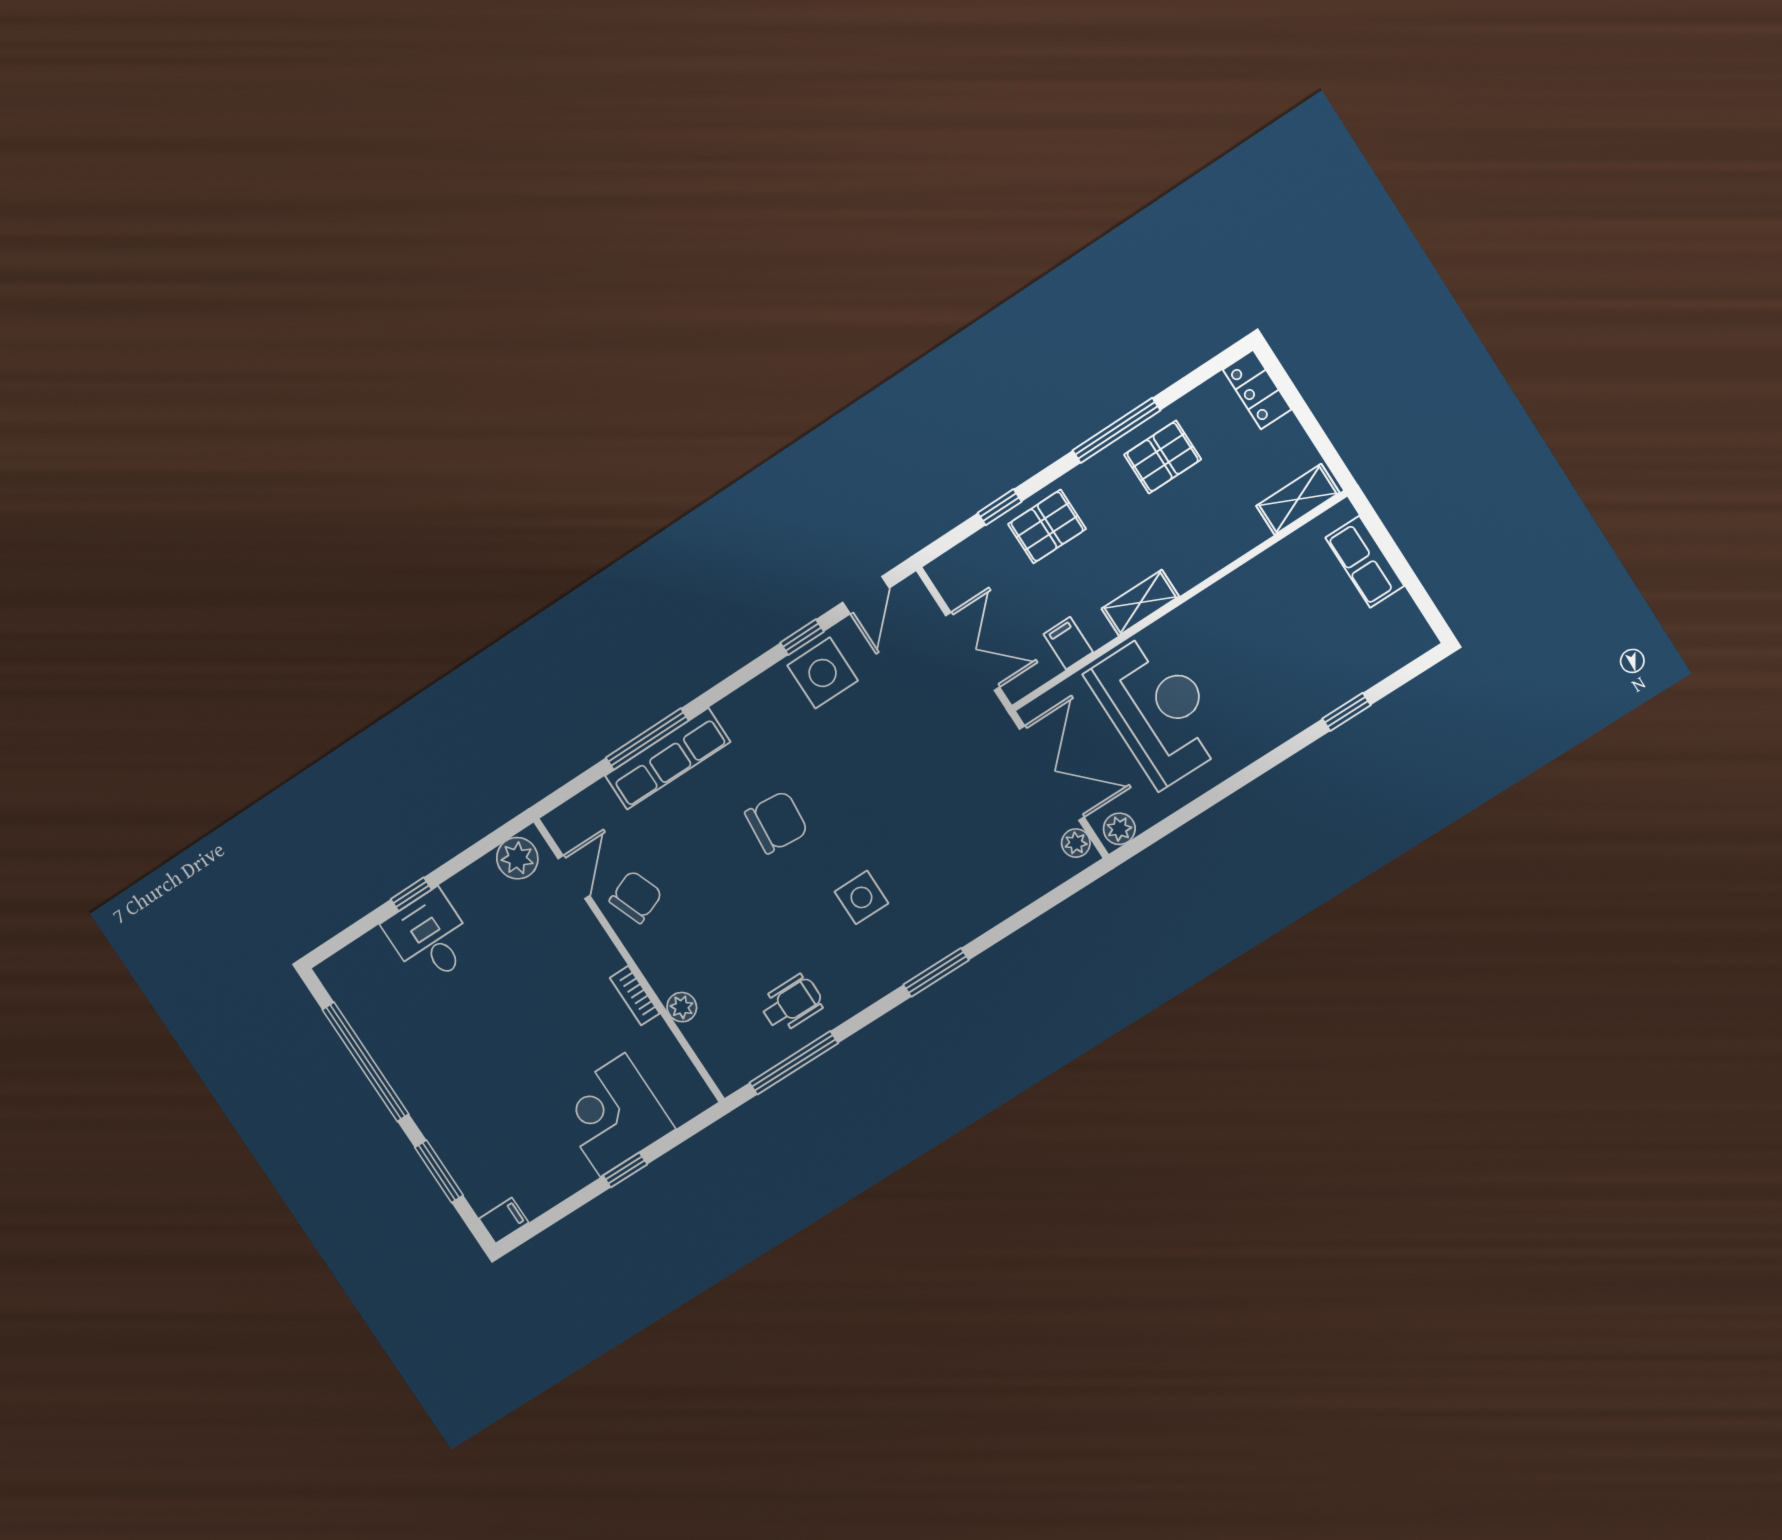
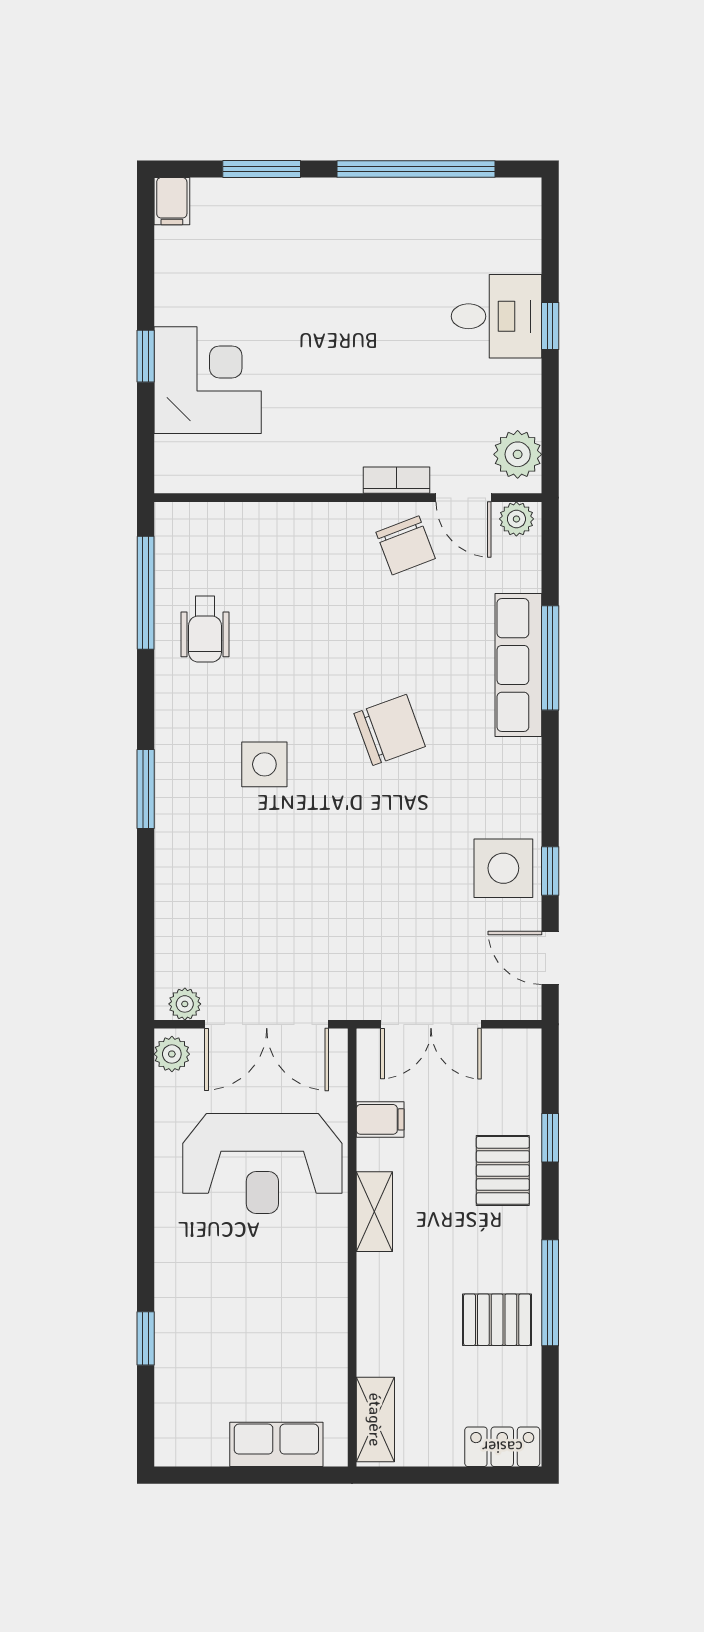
pallet: (1163, 457) -> (497, 1320), turned 90
chair: (776, 822) -> (390, 730), turned -115
bookcase: (635, 996) -> (397, 480), moved
plant: (682, 1007) -> (516, 519), moved

